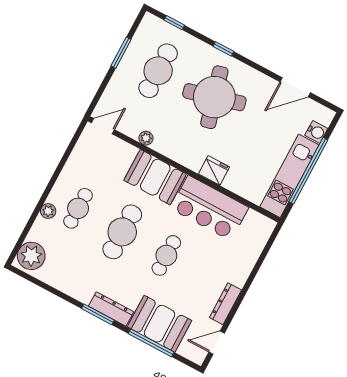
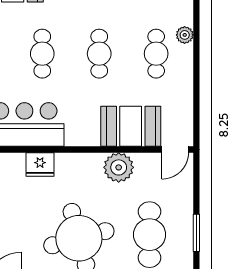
plant: (146, 138) -> (119, 167), width x1.88, depth x1.88
booth: (155, 177) -> (131, 126), moved
cafe table: (122, 232) -> (99, 54), width x0.73, depth x0.74

